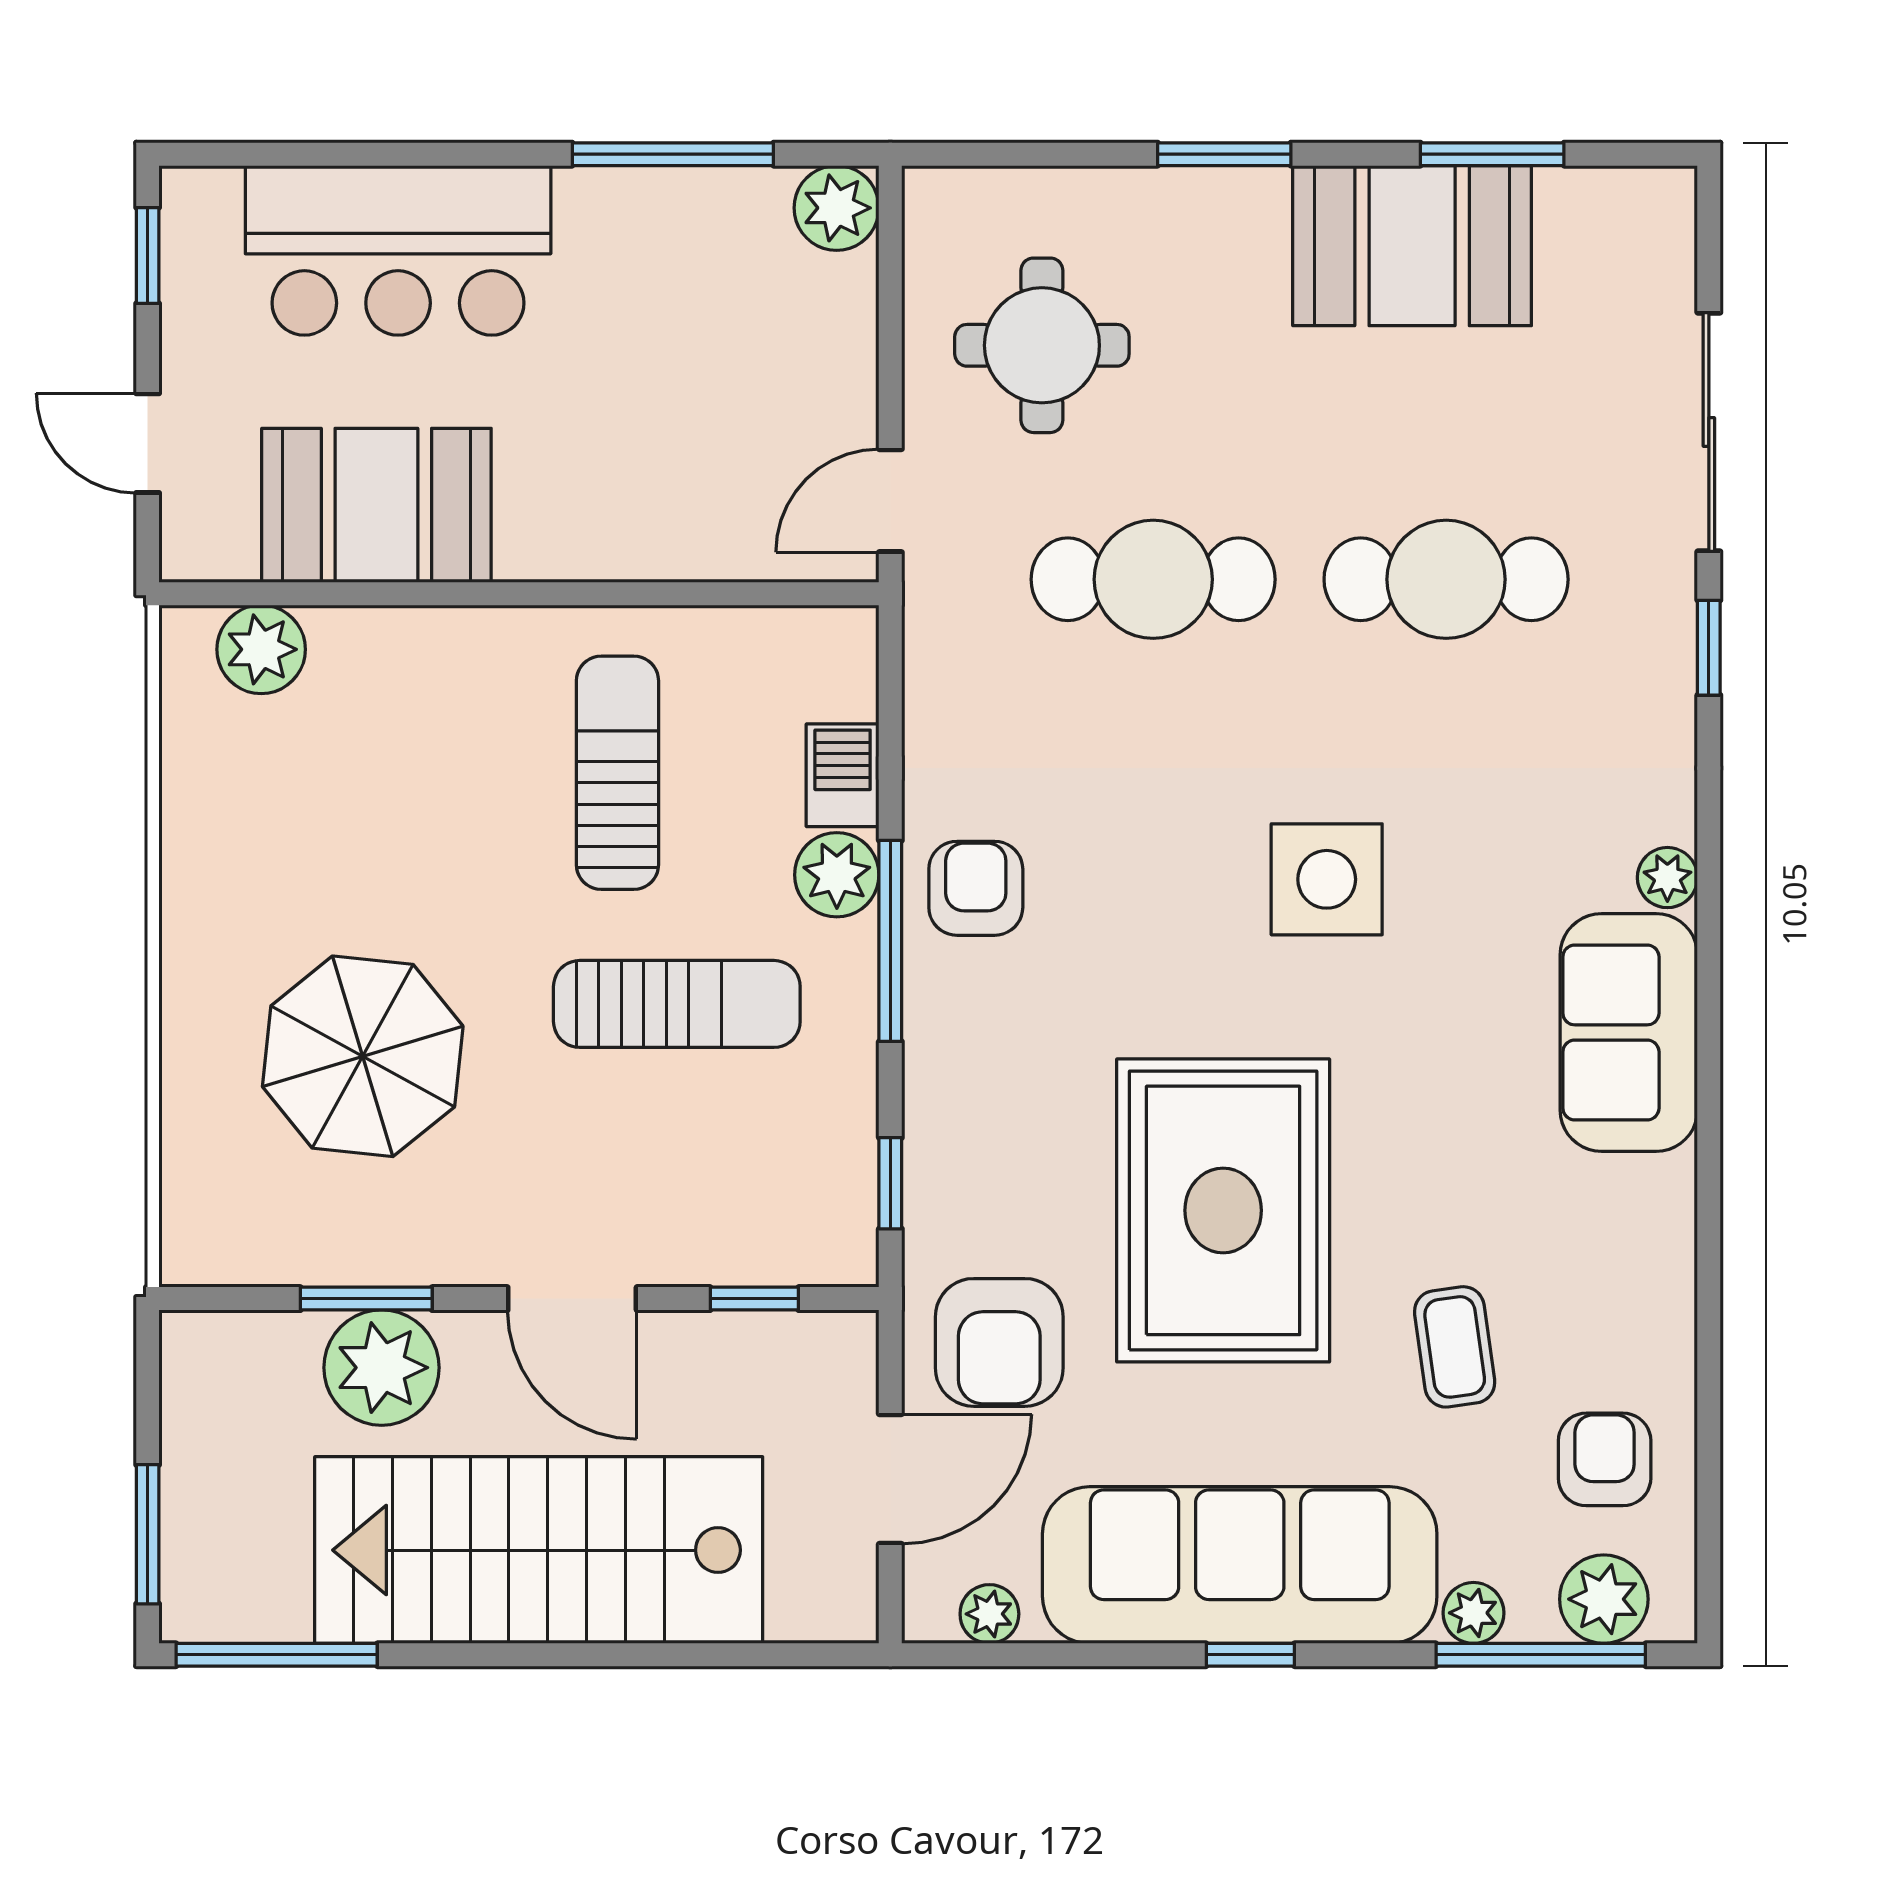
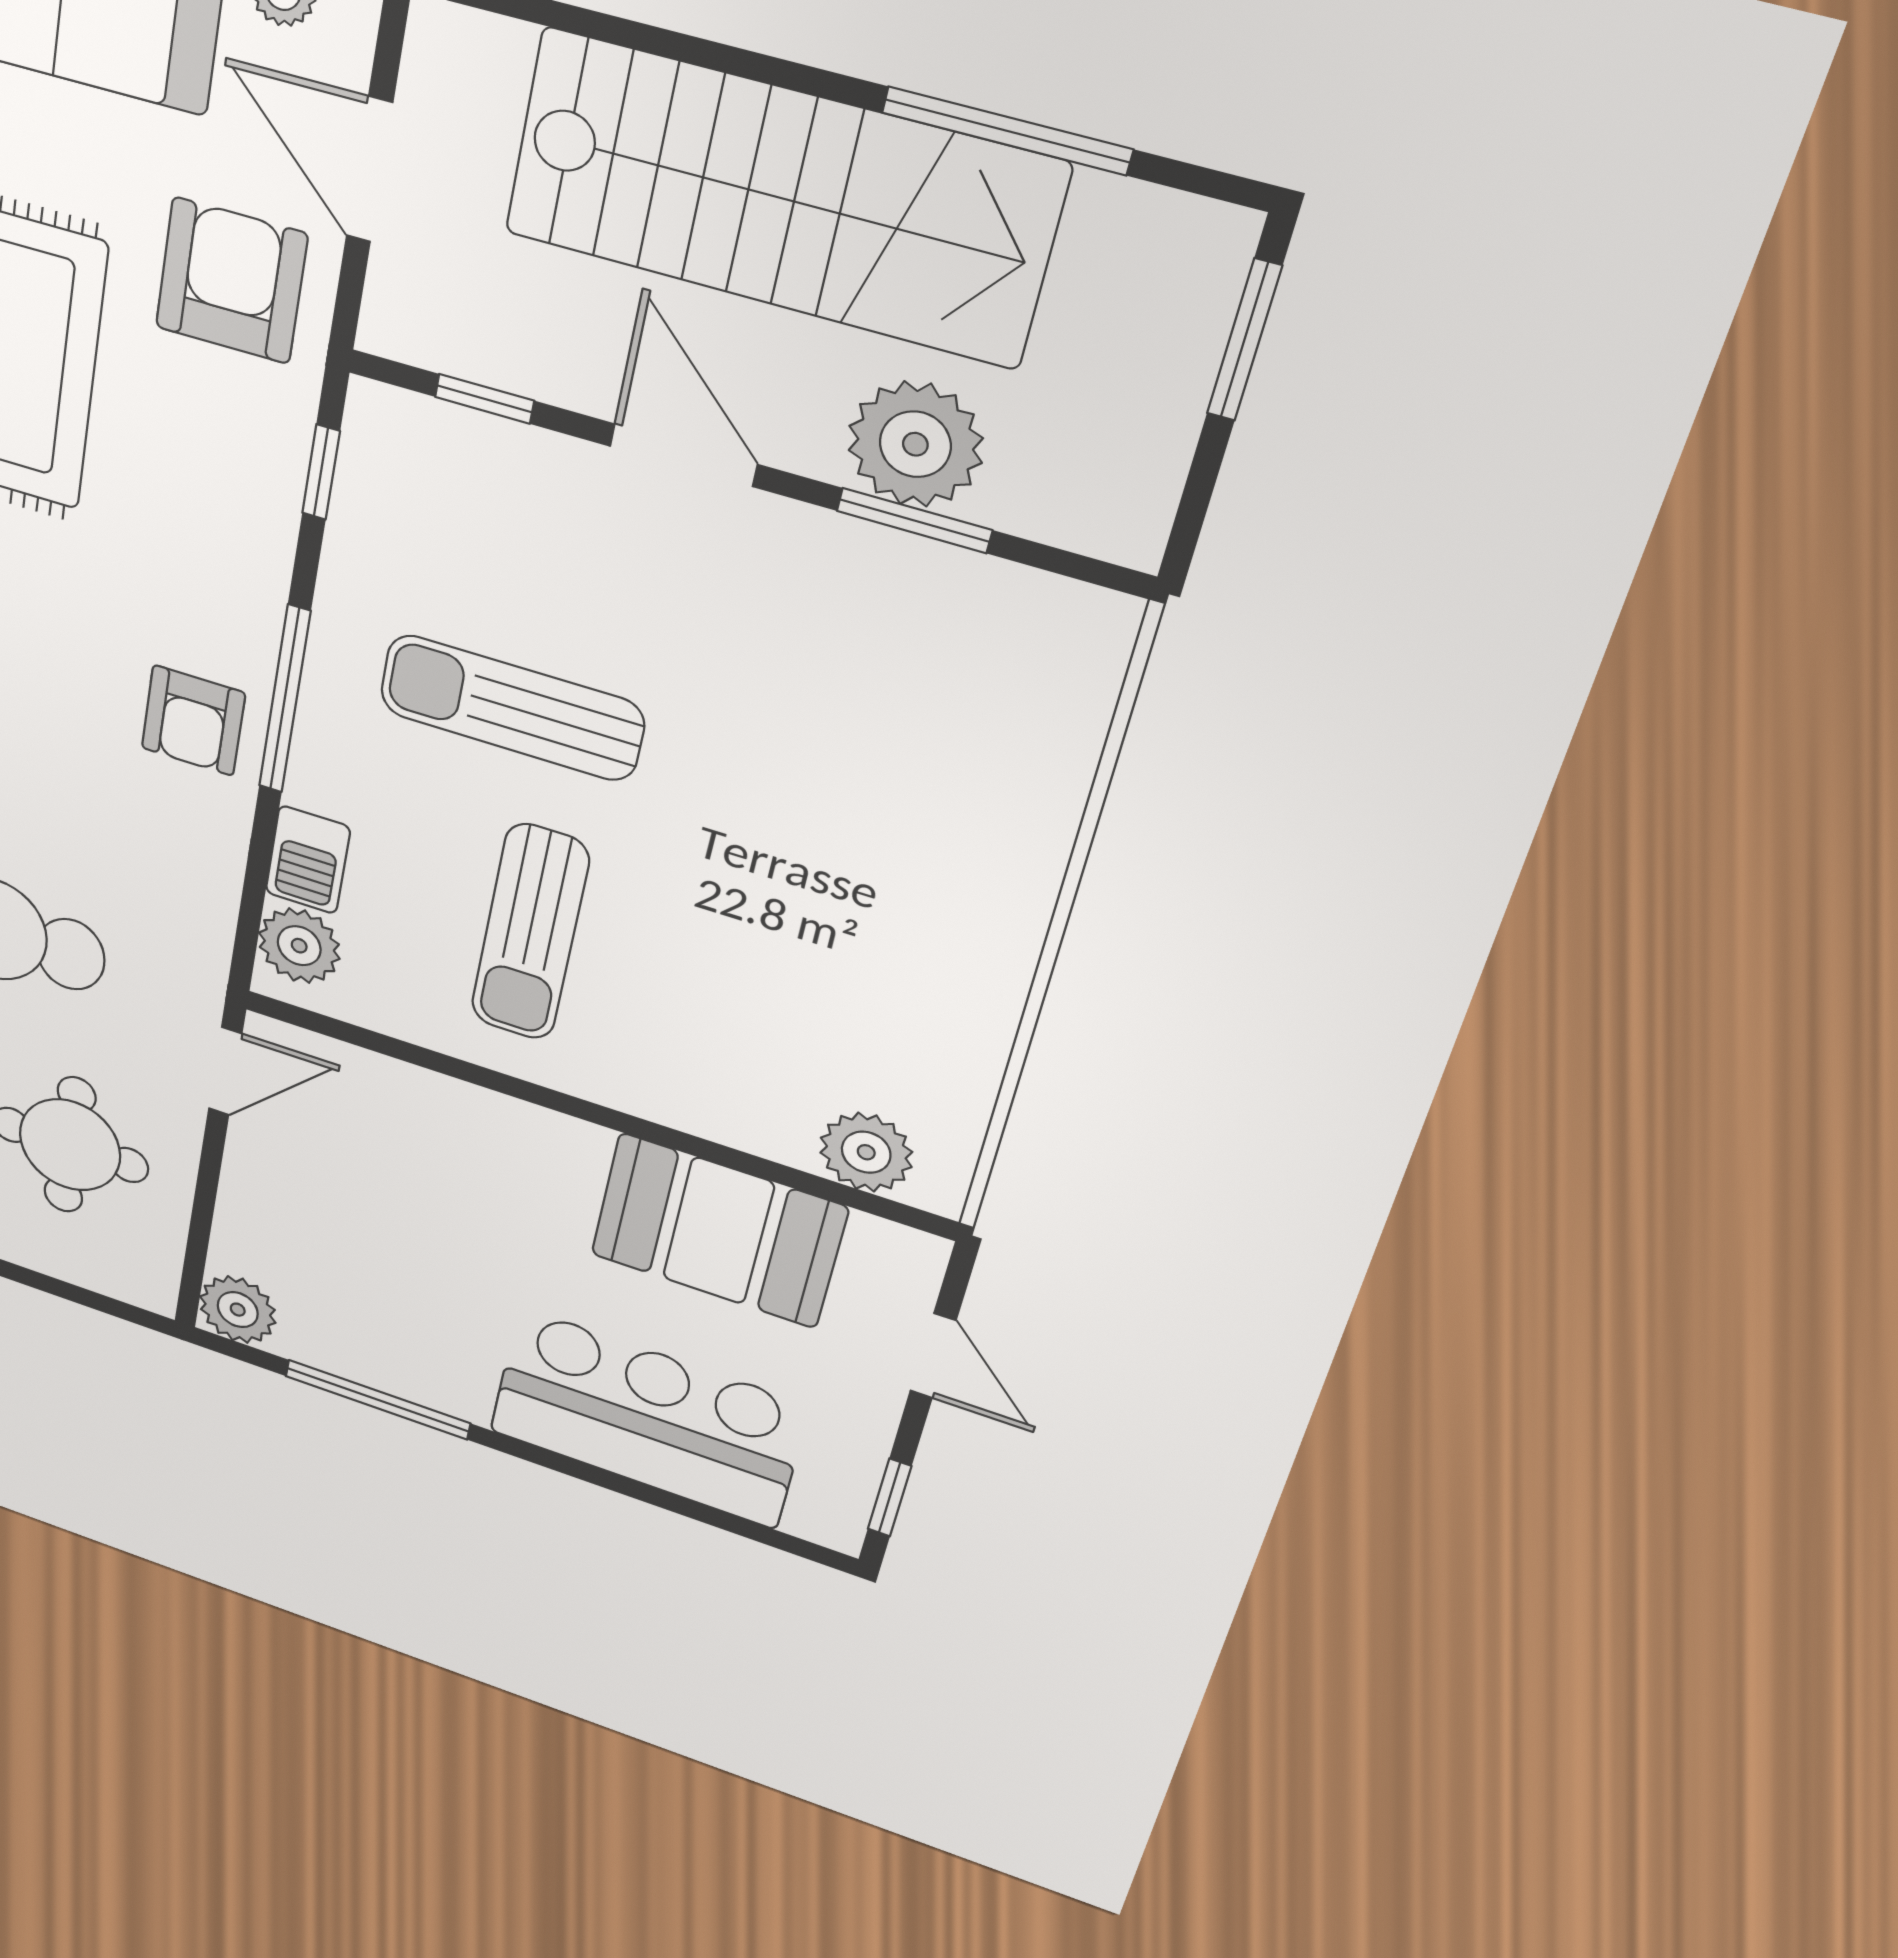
plant: (837, 875) -> (299, 946), moved
parasol: (363, 1056) -> (856, 759), removed
door: (890, 1479) -> (369, 169), hinge flipped
window: (277, 1655) -> (1007, 131), moved

